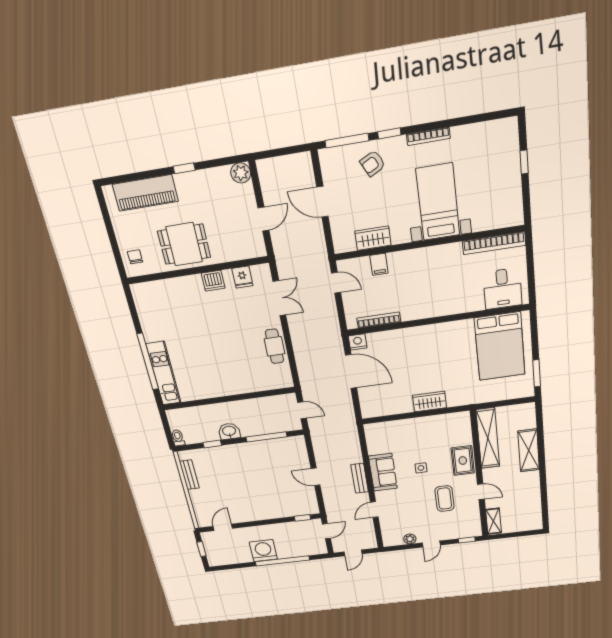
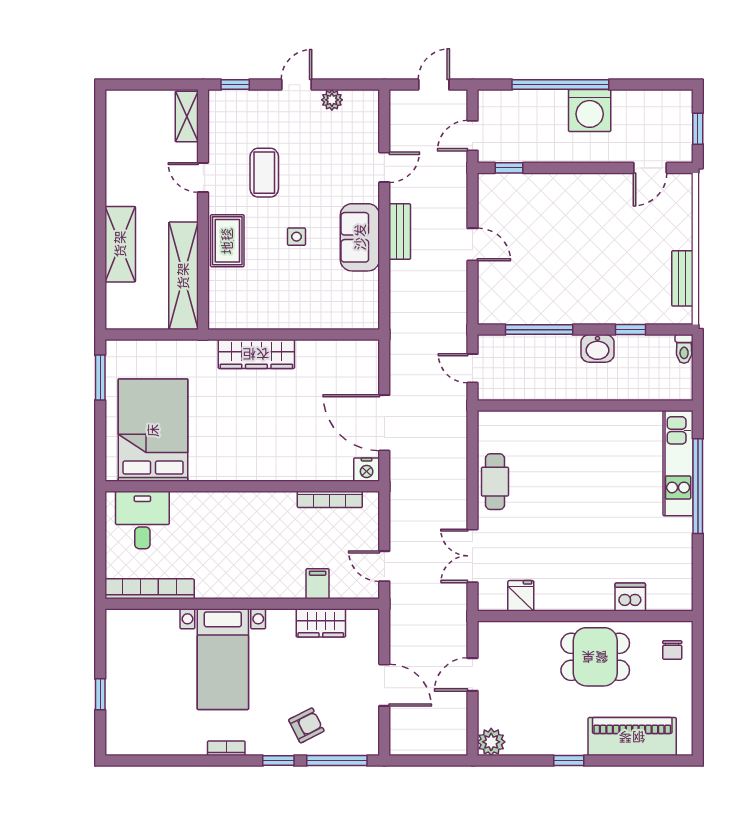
bookcase: (428, 136) -> (226, 748), width x0.64
dishwasher: (213, 281) -> (630, 597), moved
wardrobe: (430, 402) -> (256, 354), width x1.50

